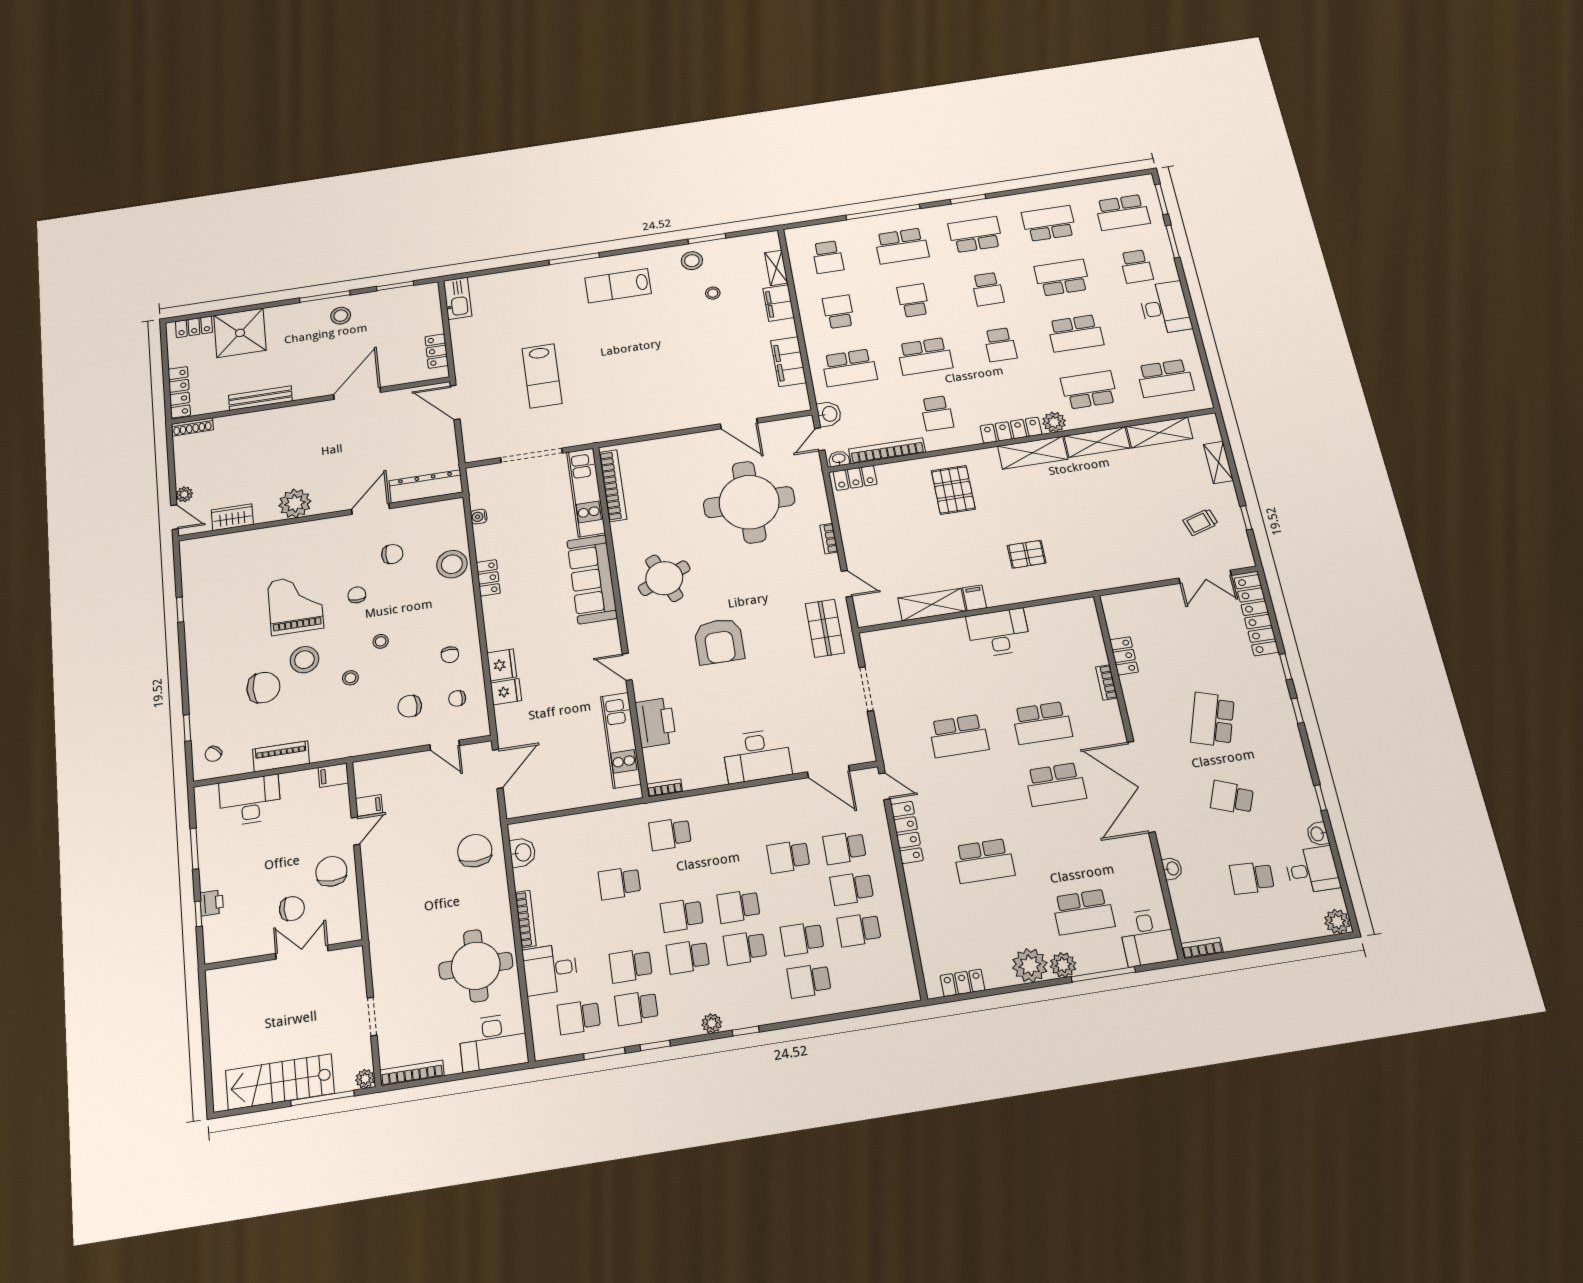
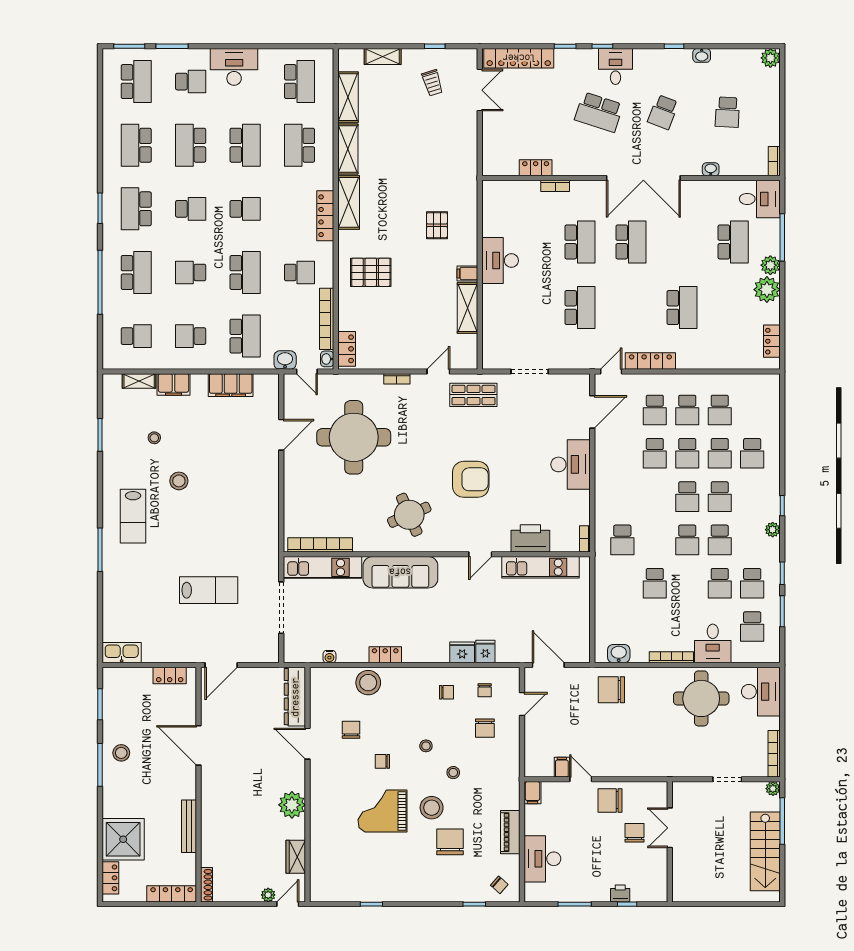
stool: (692, 261) -> (179, 481), moved
plant: (1054, 422) -> (324, 180), removed
desk: (1312, 870) -> (615, 66), moved
school desk: (795, 897) -> (687, 453), added

